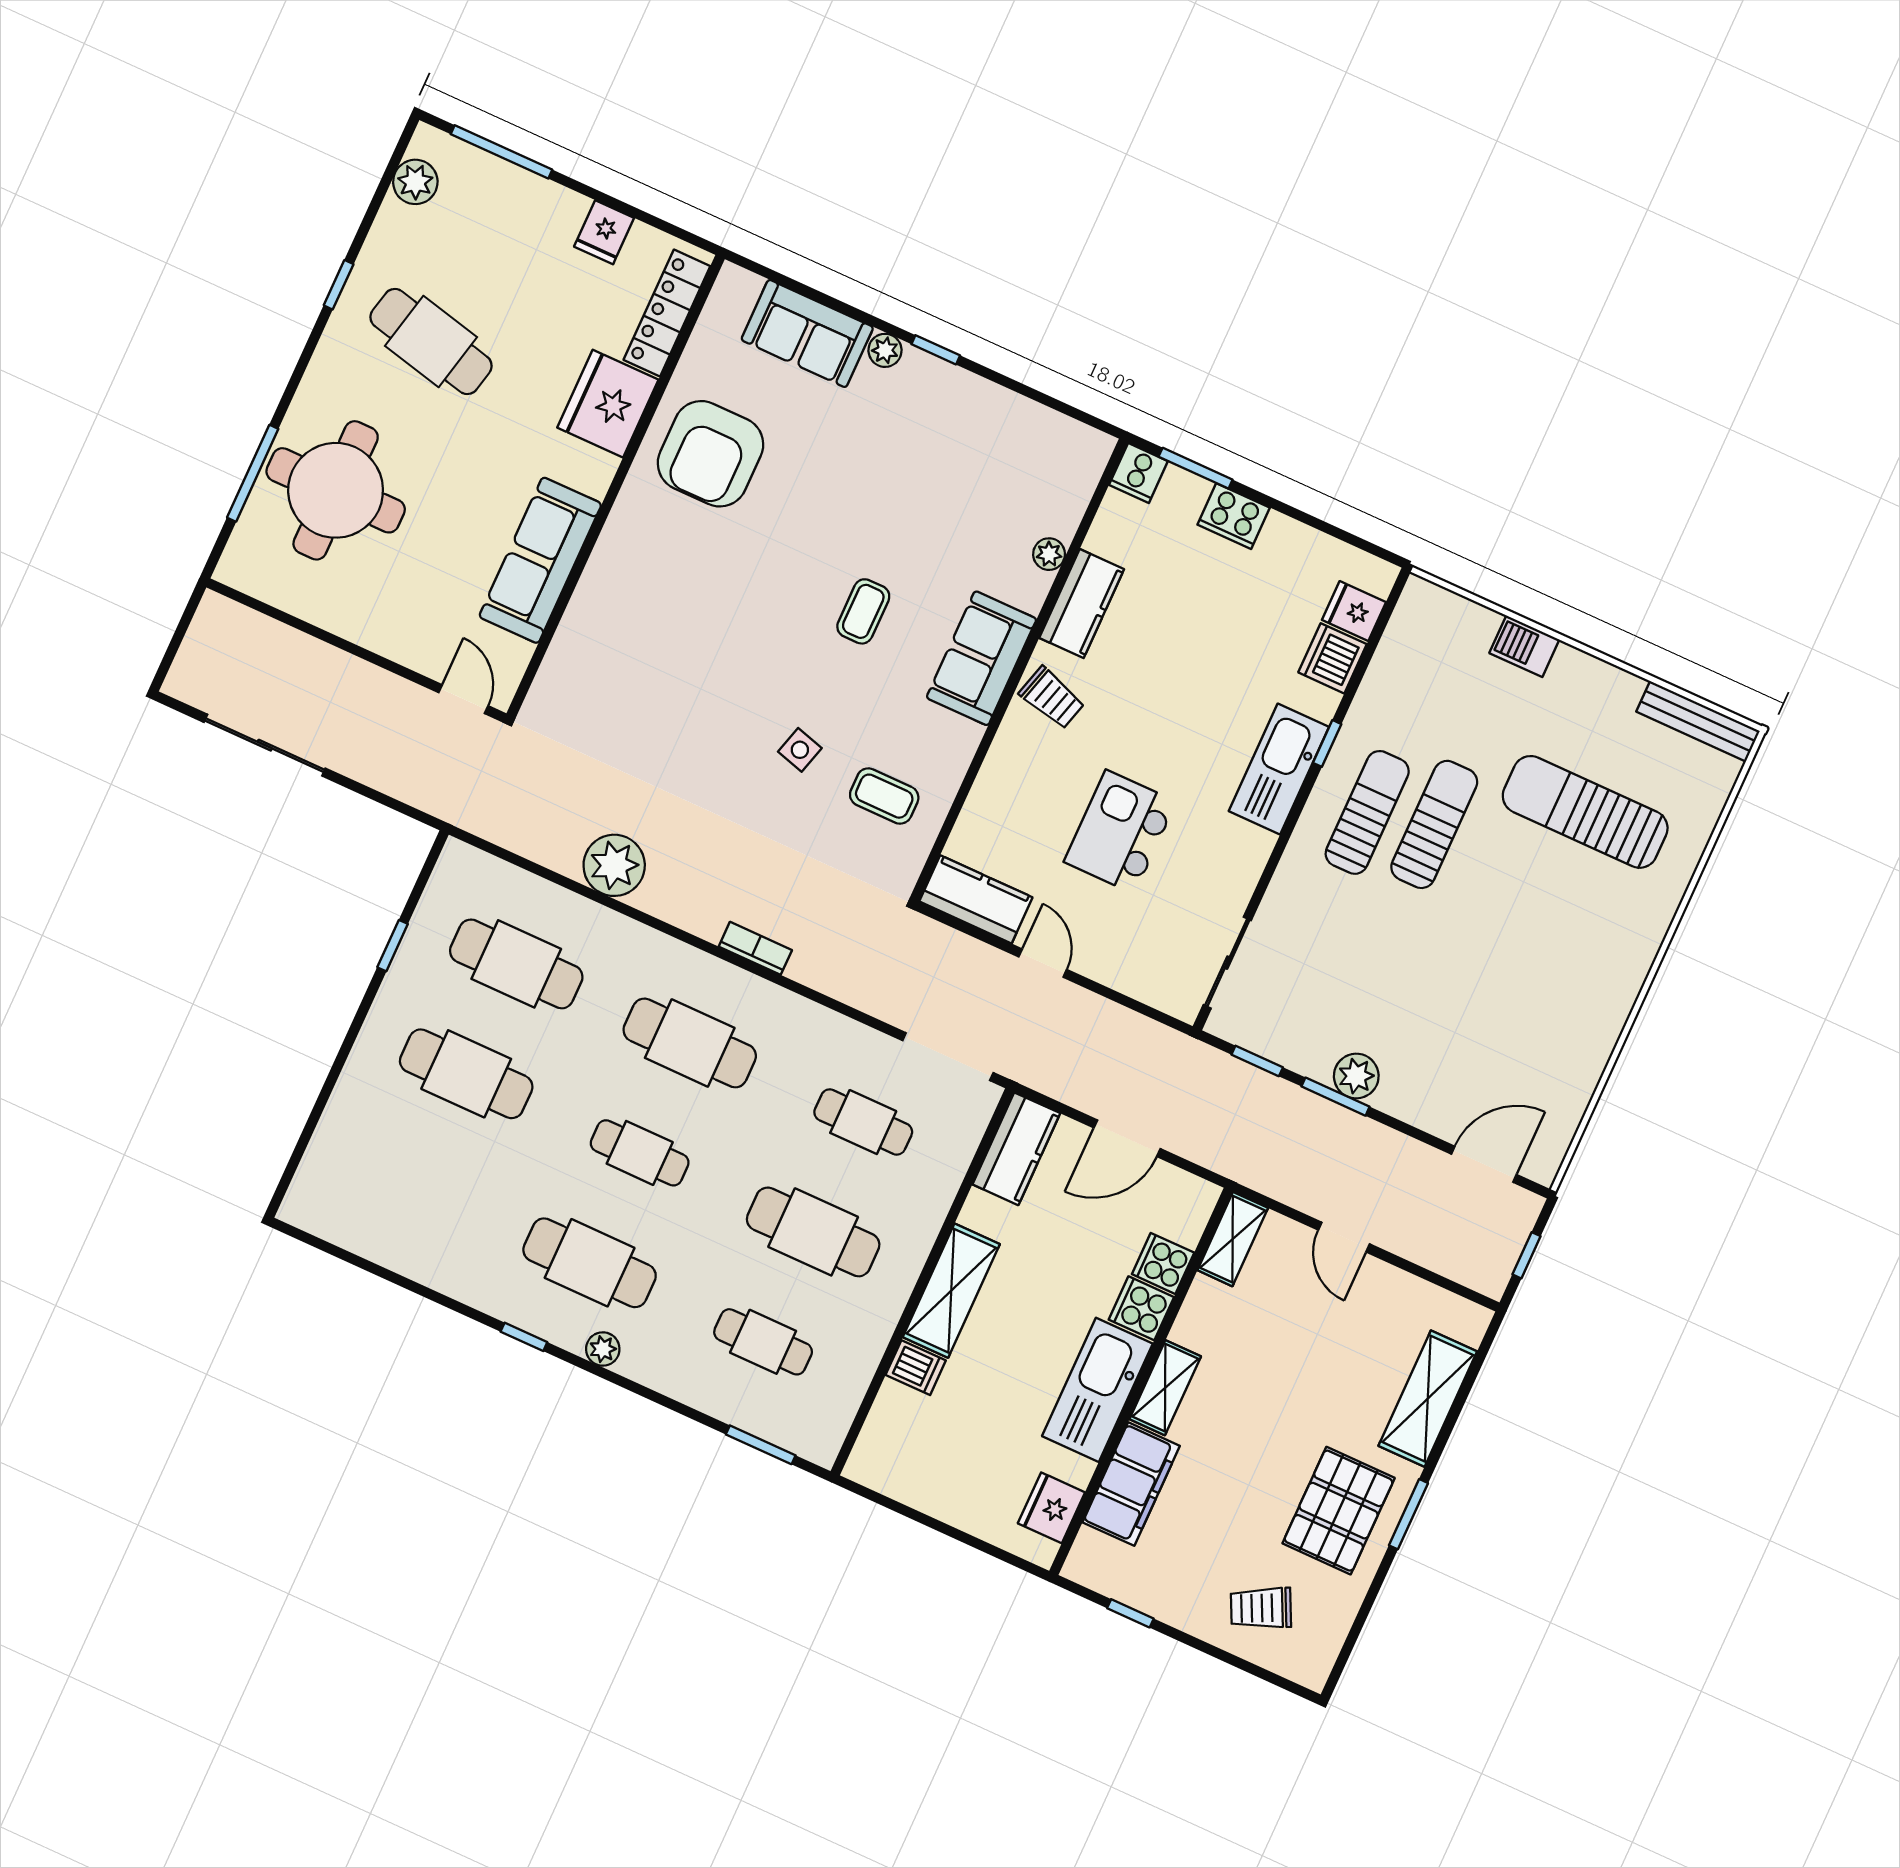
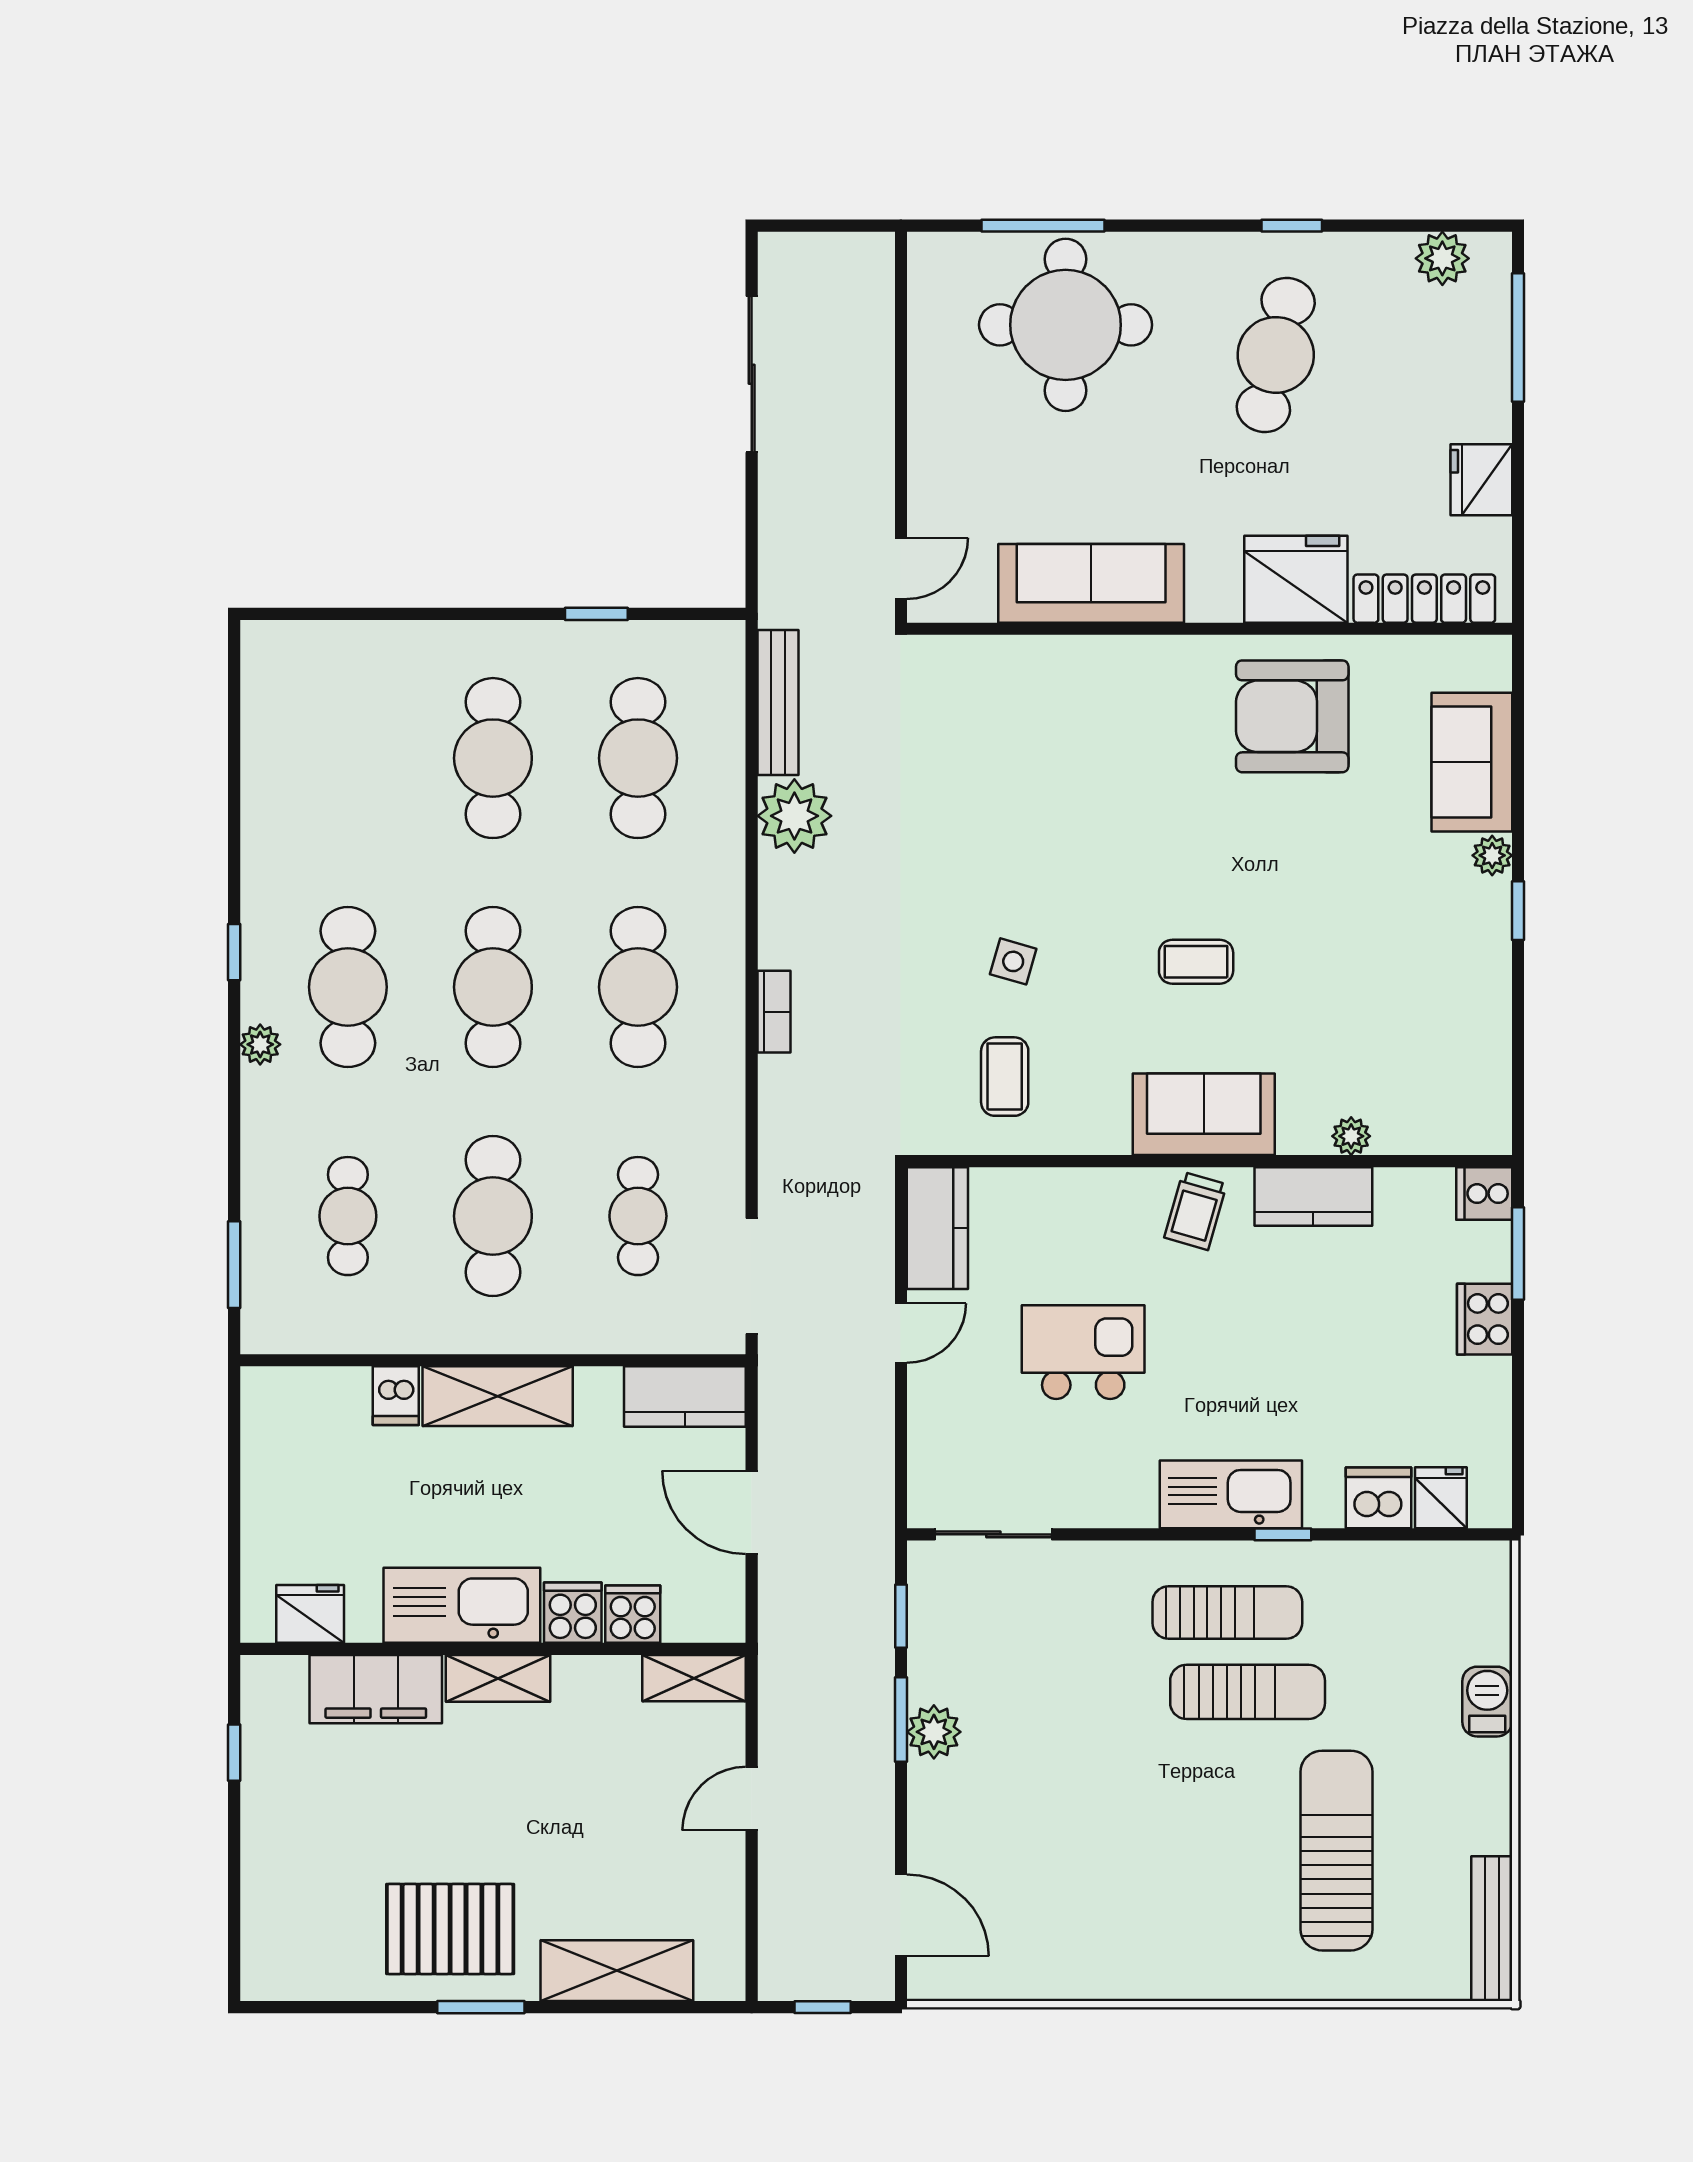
fridge: (604, 232) -> (1481, 480), width x1.38
bench: (523, 839) -> (778, 703), added
cafe table: (640, 1153) -> (493, 987), width x1.37, depth x1.35
trolley: (1261, 1608) -> (305, 1893), removed

